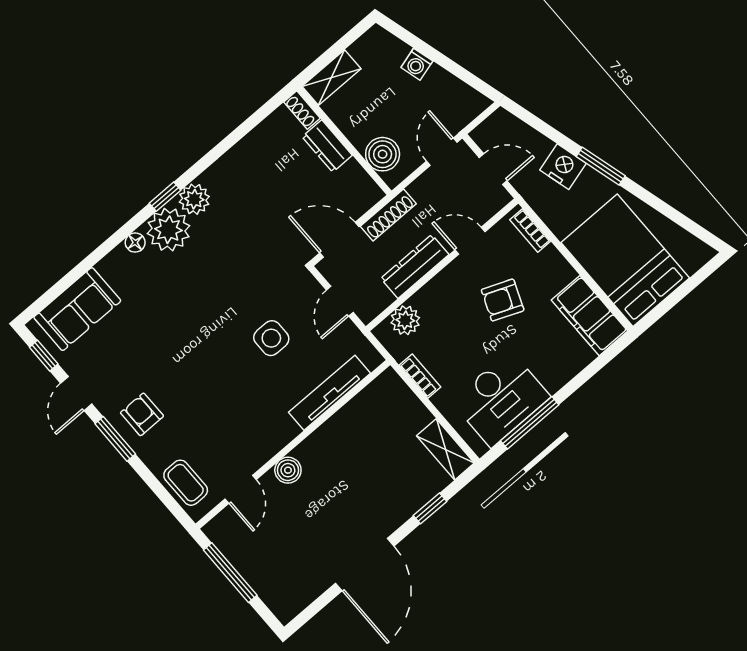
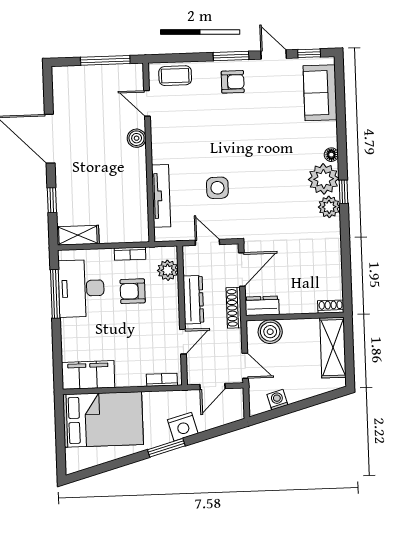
washing machine: (417, 64) -> (277, 400), moved
shelving: (332, 78) -> (333, 348), width x1.50, depth x1.33
dresser: (327, 146) -> (262, 306), moved
armchair: (503, 300) -> (133, 291), moved, turned -112

